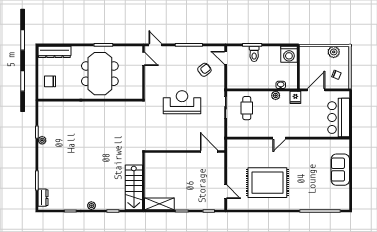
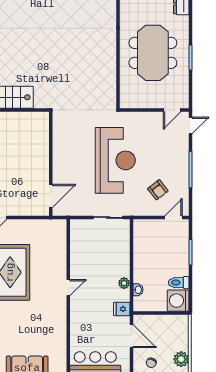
toilet: (254, 54) -> (179, 283), moved
meeting table: (100, 74) -> (153, 53), turned 90
reception desk: (182, 102) -> (115, 160), width x1.36, depth x1.30
cafe table: (247, 108) -> (108, 245), removed
door: (279, 138) -> (68, 288), swing flipped

